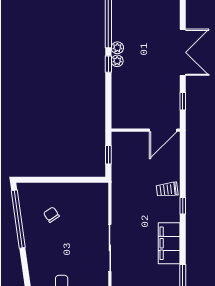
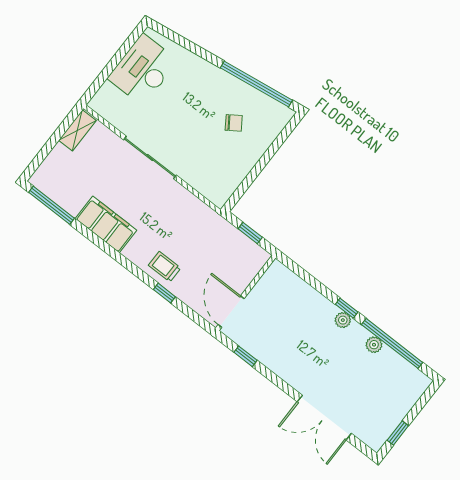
plant: (117, 48) -> (374, 345), moved
double door: (183, 52) -> (324, 418), moved
trolley: (167, 190) -> (165, 267), turned -83
window: (183, 206) -> (164, 293), moved

